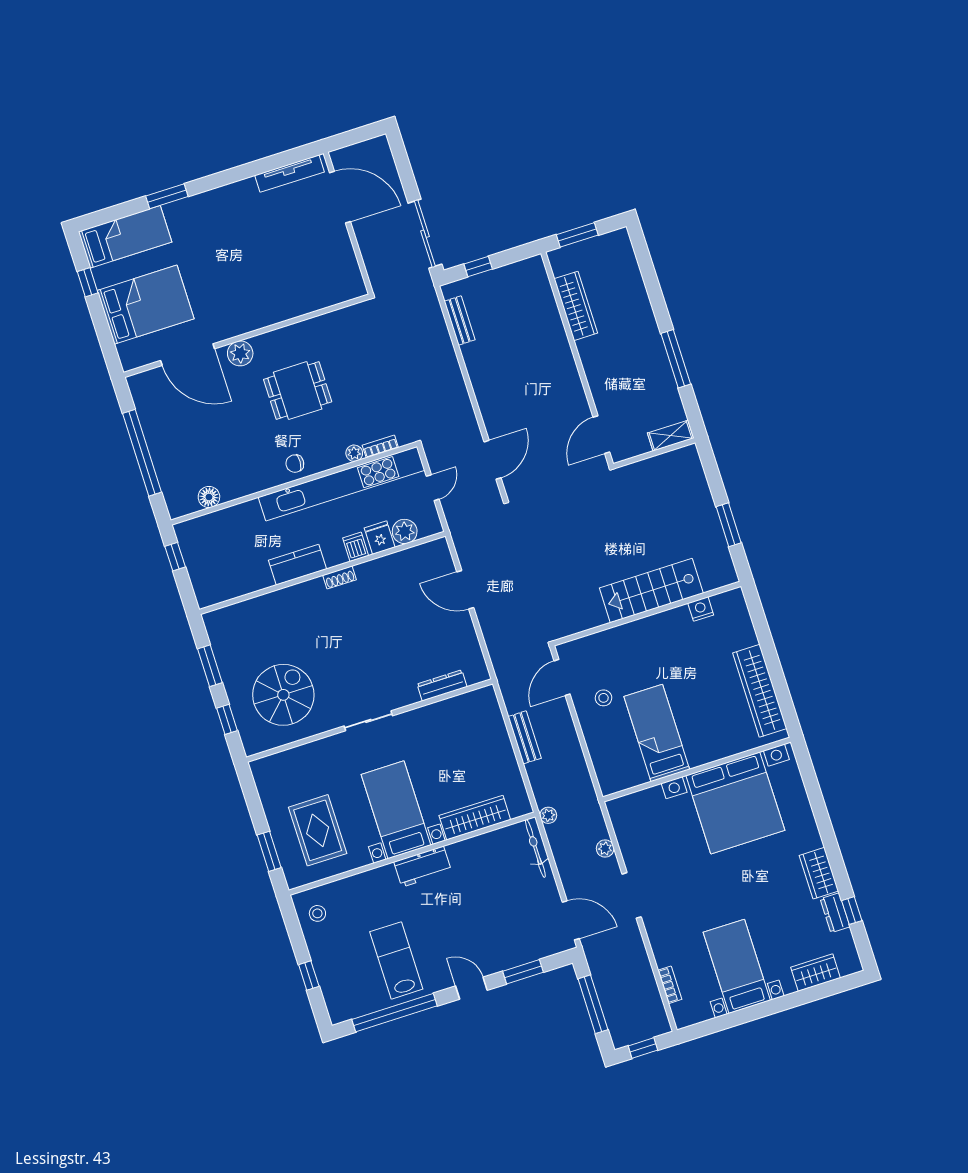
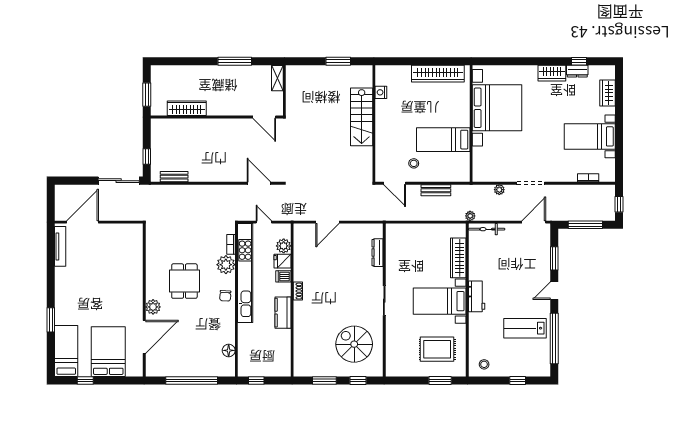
plant: (354, 453) -> (226, 265), width x1.88, depth x1.88
bench: (525, 737) -> (436, 190), moved

